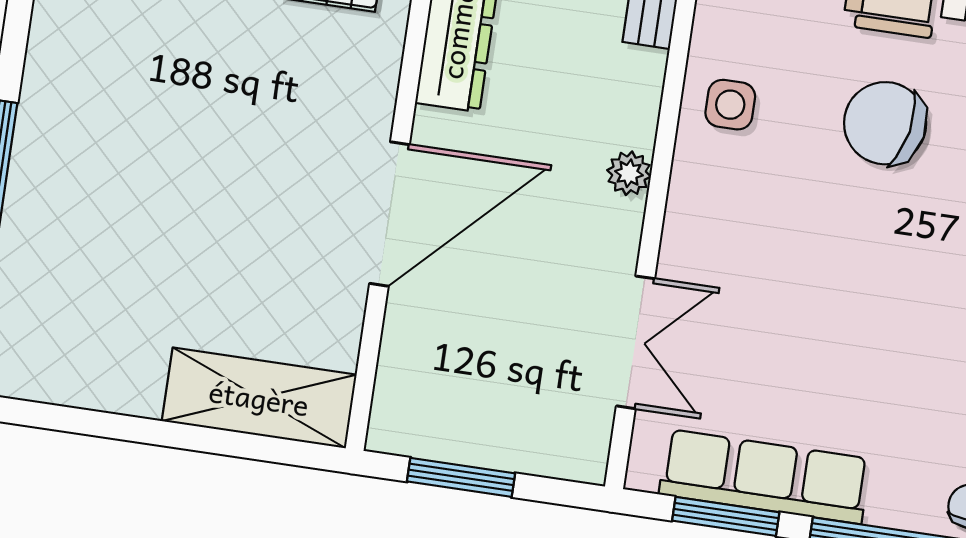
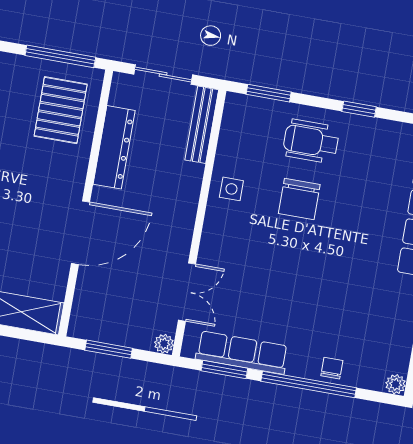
chair: (885, 123) -> (299, 199), turned -101
plant: (629, 173) -> (164, 344), moved

